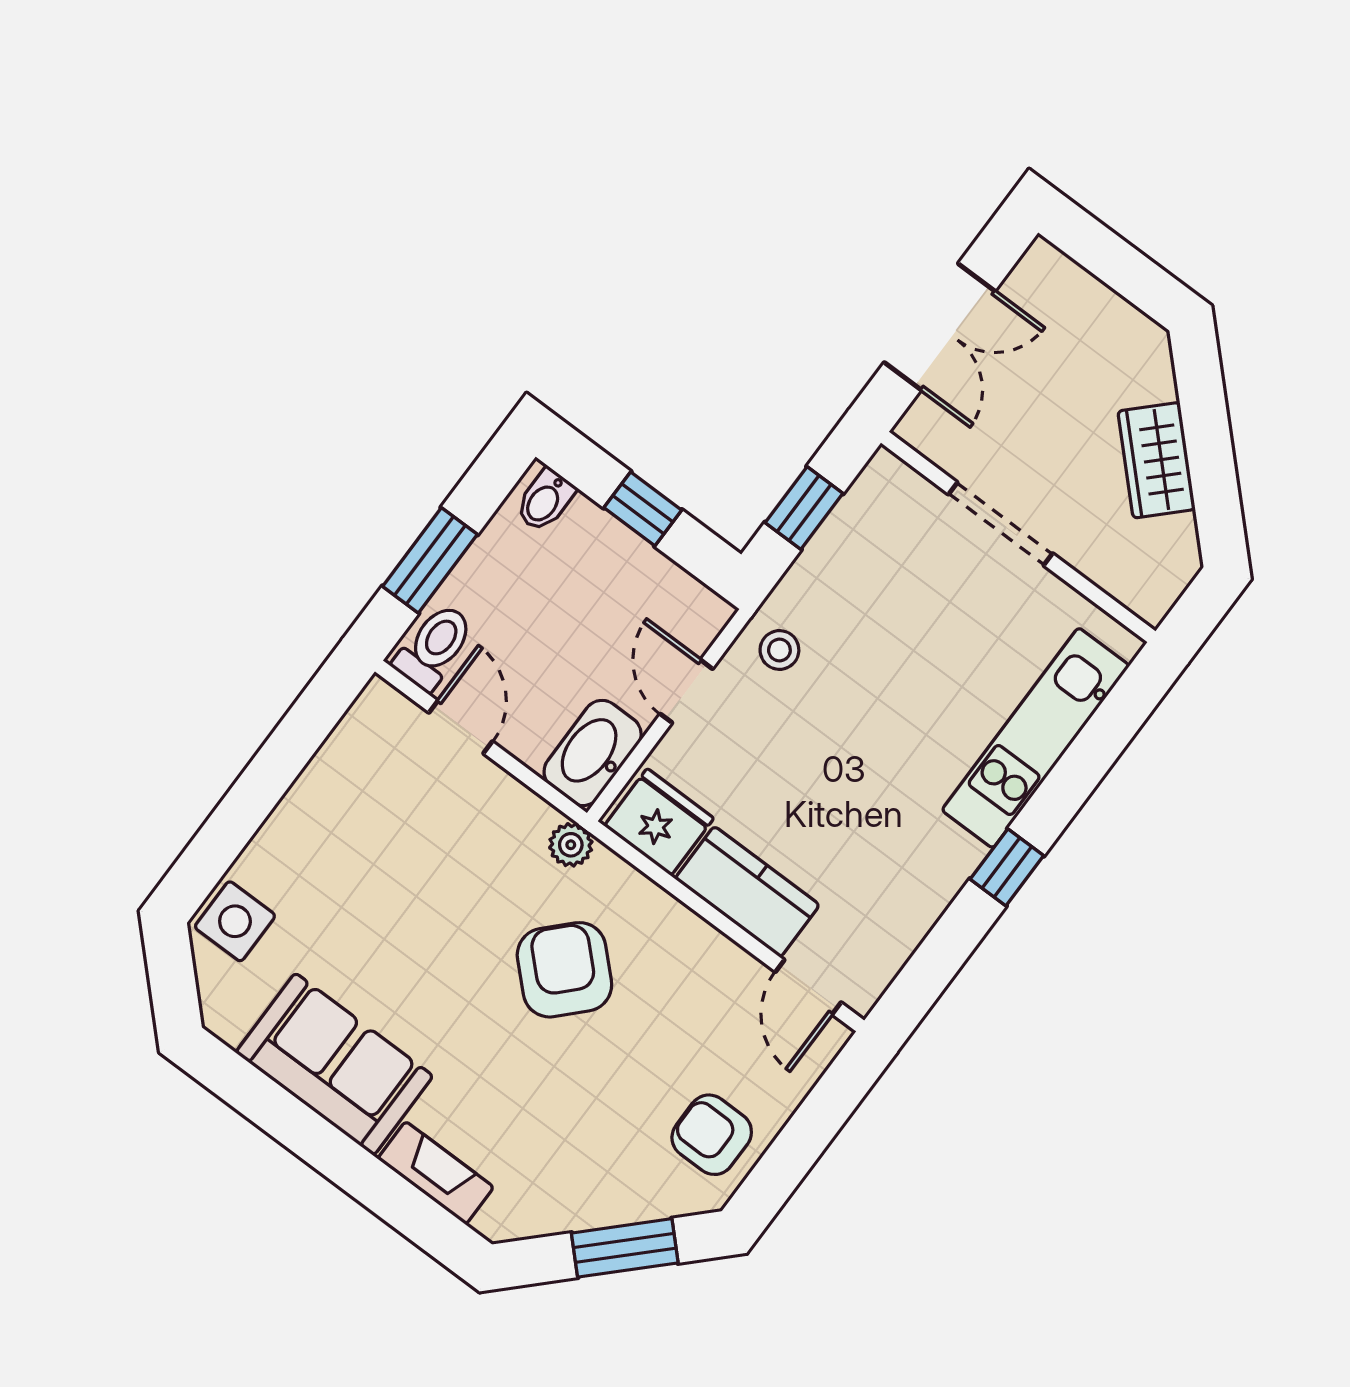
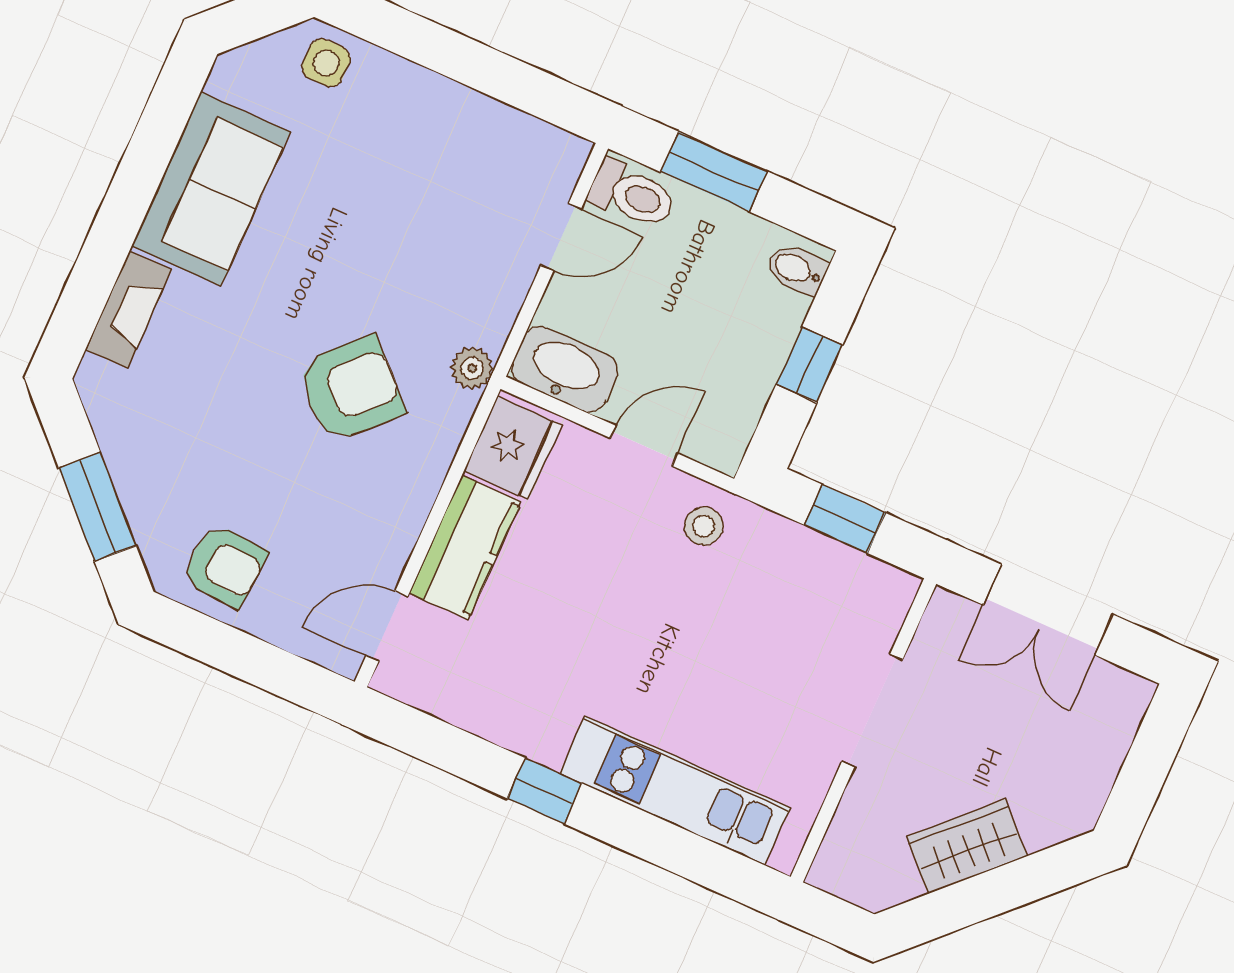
side table: (235, 921) -> (326, 63), width x0.73, depth x0.73
armchair: (712, 1135) -> (225, 566), turned 94

